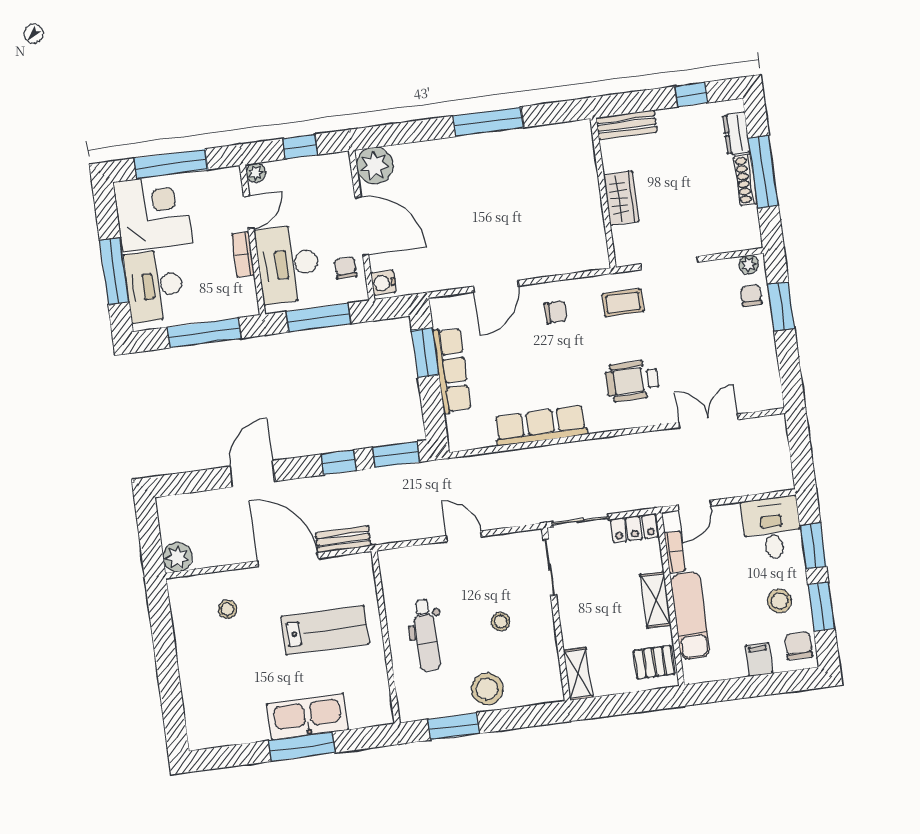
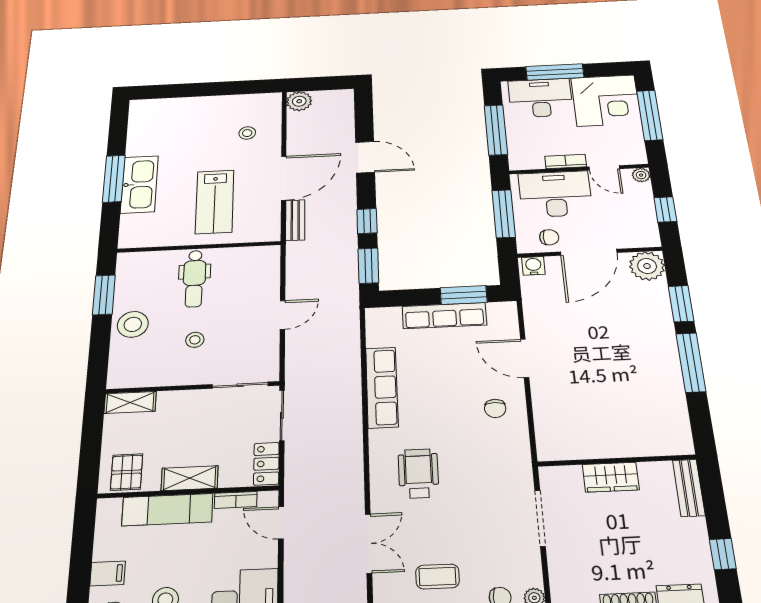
window: (419, 131) -> (681, 304), added
coffee table: (623, 303) -> (437, 577), moved, turned 90
dental chair: (426, 635) -> (194, 279), turned -90

